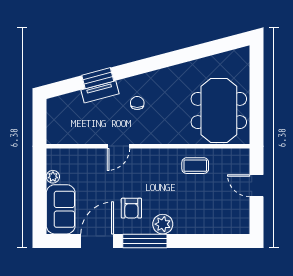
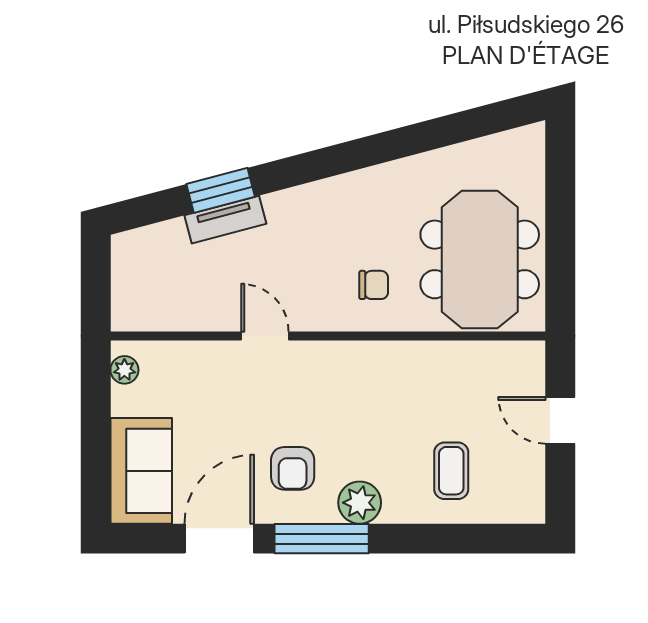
chair: (137, 103) -> (374, 285), moved, turned 90
door: (118, 146) -> (265, 336), swing flipped
coffee table: (195, 166) -> (451, 471), moved, turned 90
plant: (53, 177) -> (124, 370), moved

